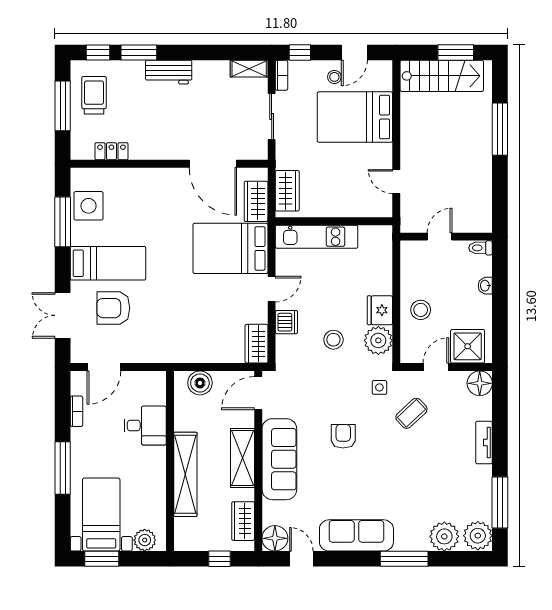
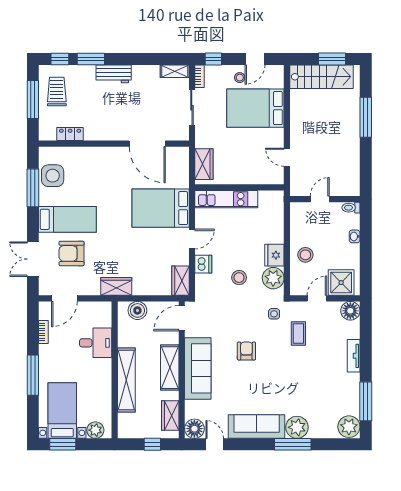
wardrobe: (256, 201) -> (116, 286), moved, turned 90
coffee table: (411, 413) -> (298, 334), turned -47
plant: (444, 536) -> (297, 427), moved

